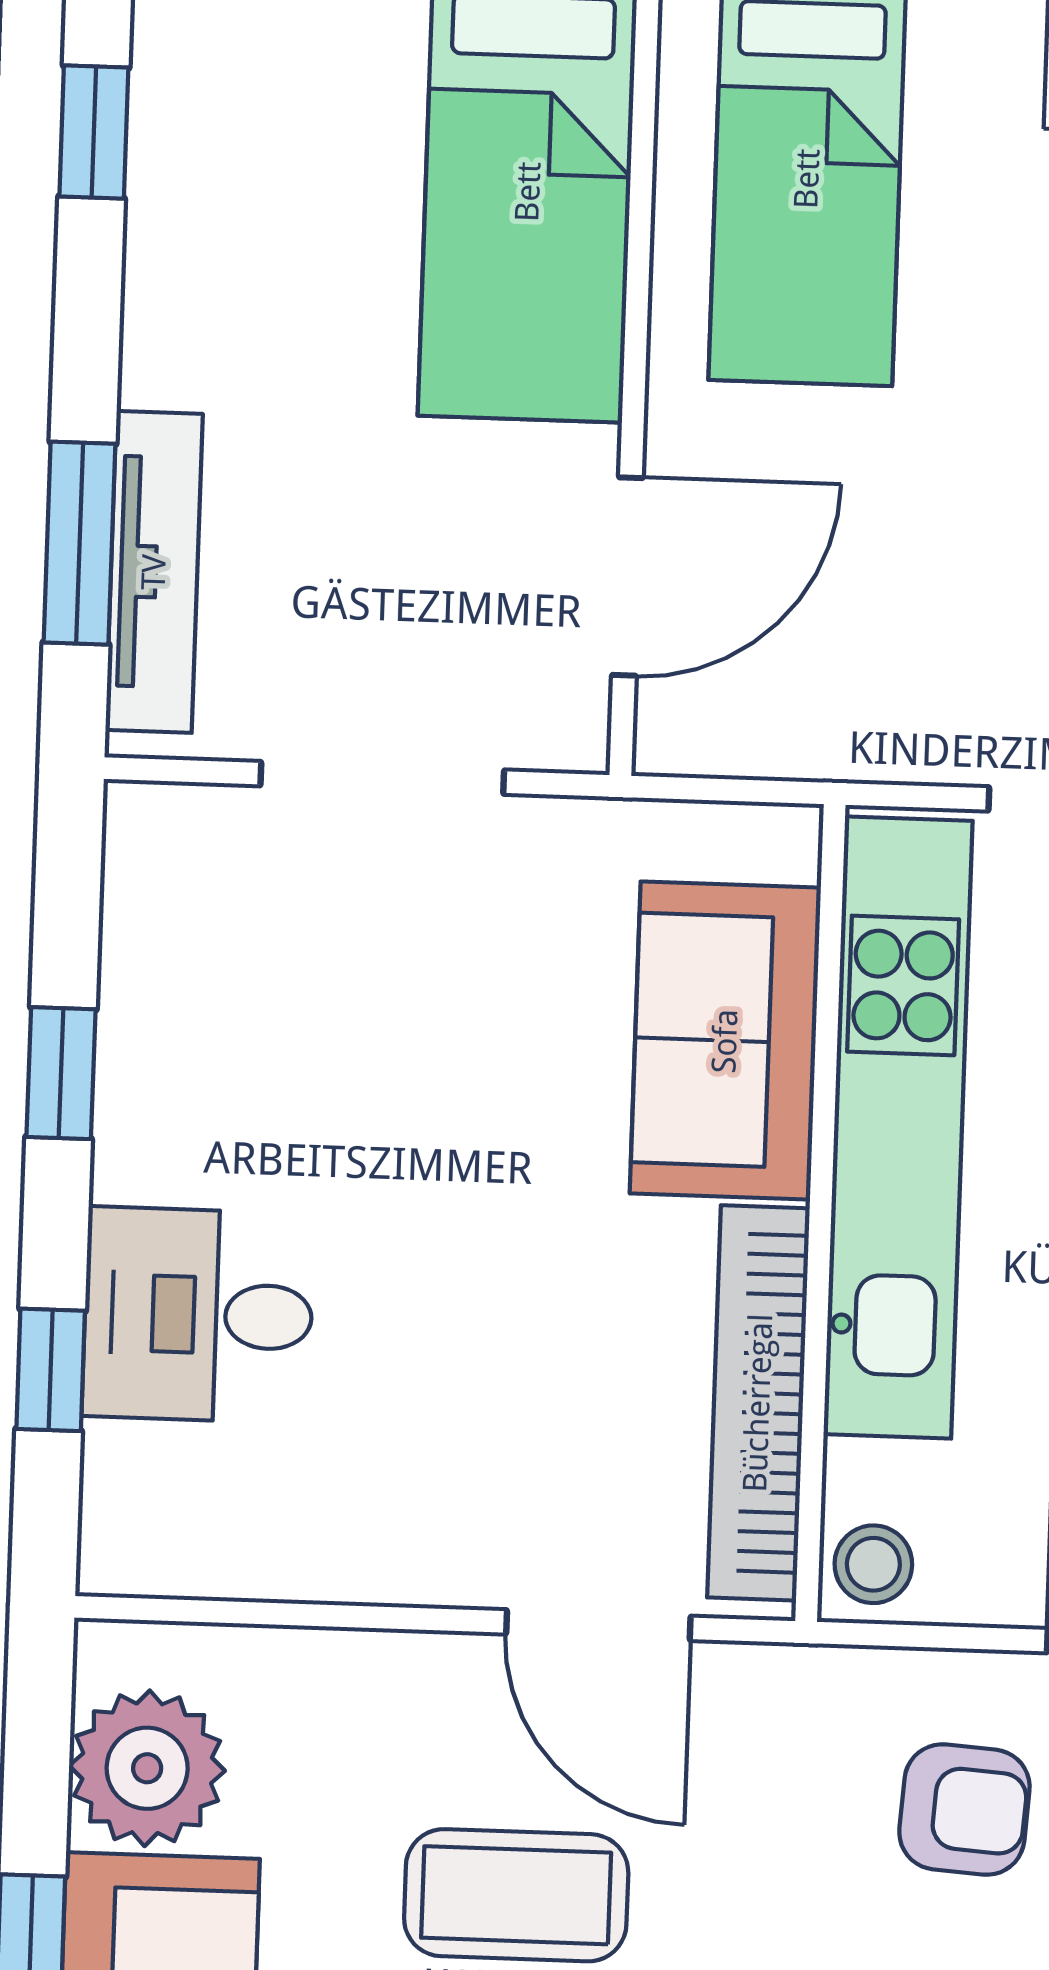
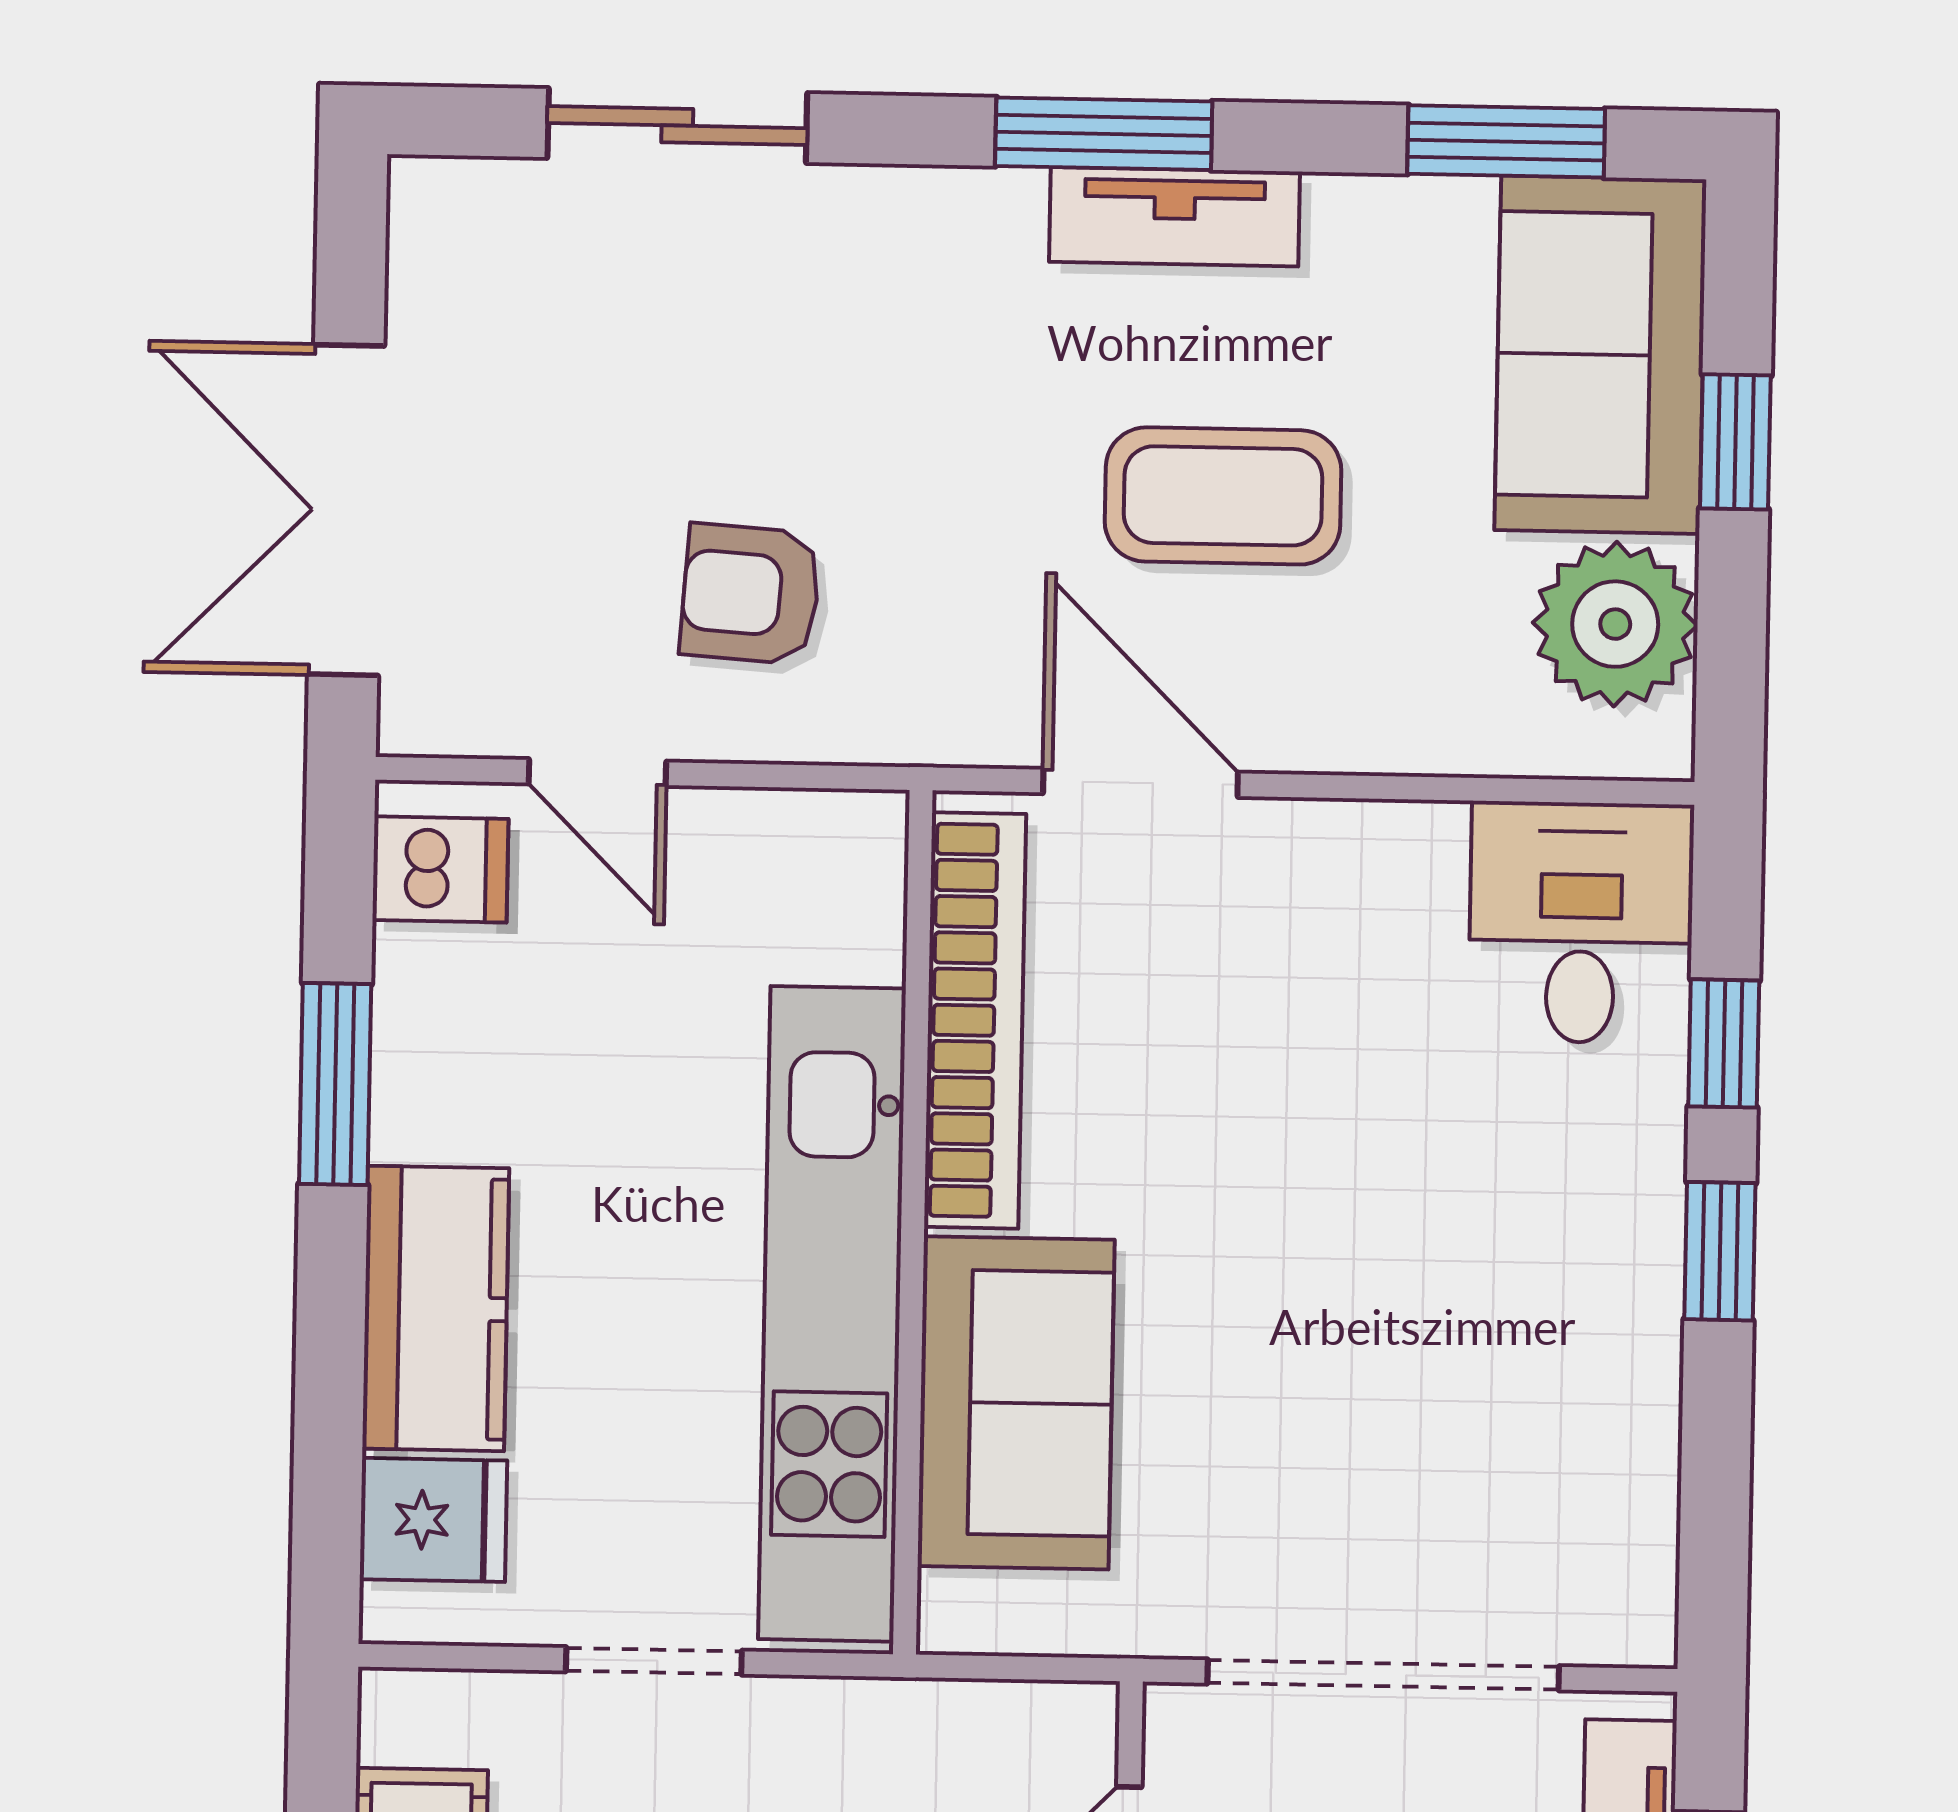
doorway: (382, 778) -> (1383, 1675), width x1.36
window: (61, 1073) -> (1720, 1251), moved
desk: (198, 1315) -> (1581, 923), moved, turned -90
stool: (873, 1564) -> (851, 852), removed

